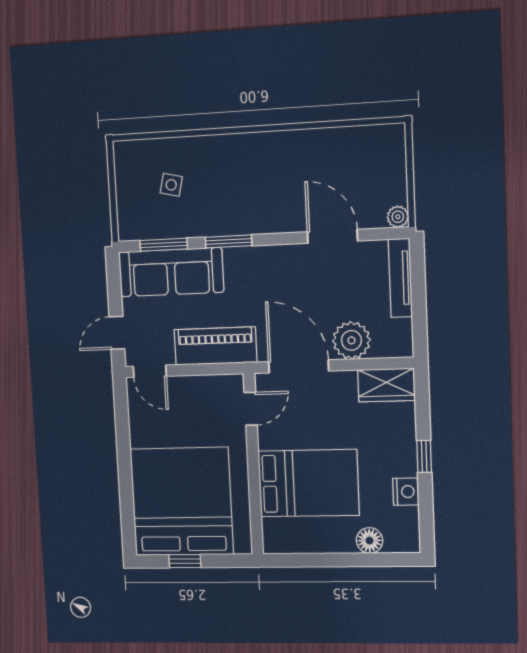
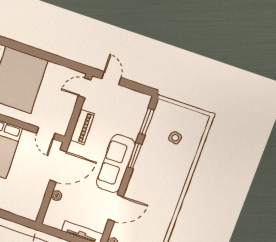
sofa: (171, 272) -> (116, 164), moved
plant: (351, 340) -> (57, 196), width x0.53, depth x0.53
piano: (215, 346) -> (82, 127), width x0.73, depth x0.75
wardrobe: (386, 385) -> (33, 205), removed

